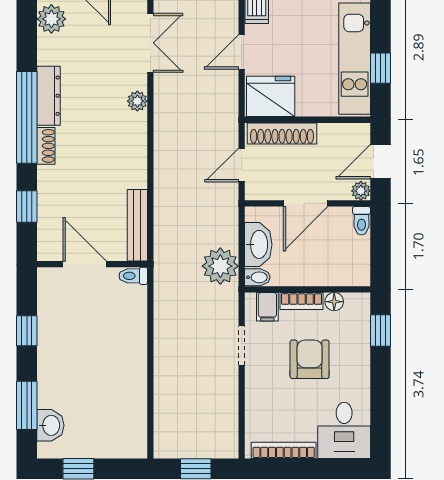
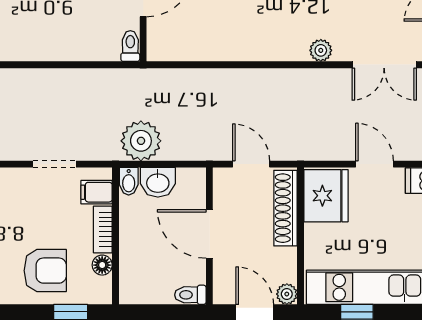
plant: (361, 191) -> (287, 294), moved
bench: (137, 225) -> (185, 50), removed
washbasin: (258, 244) -> (158, 182), width x0.72
armchair: (310, 359) -> (45, 271), moved

